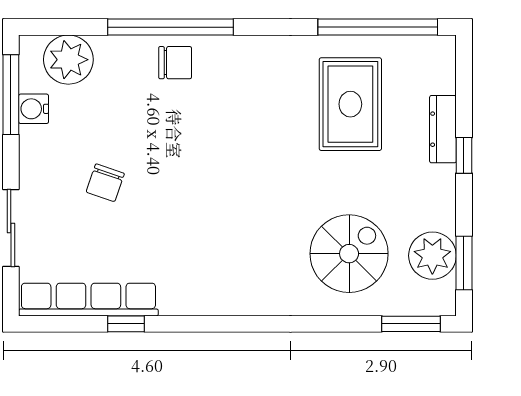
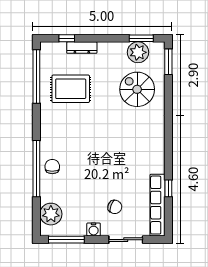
water cooler: (34, 109) -> (94, 229), moved
window: (464, 155) -> (67, 38), moved
chair: (105, 183) -> (115, 207), moved

